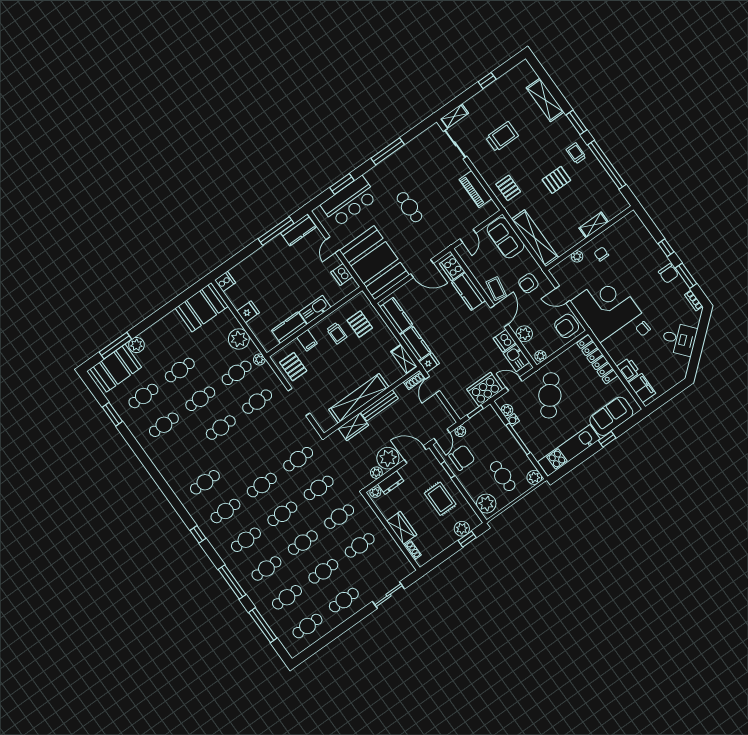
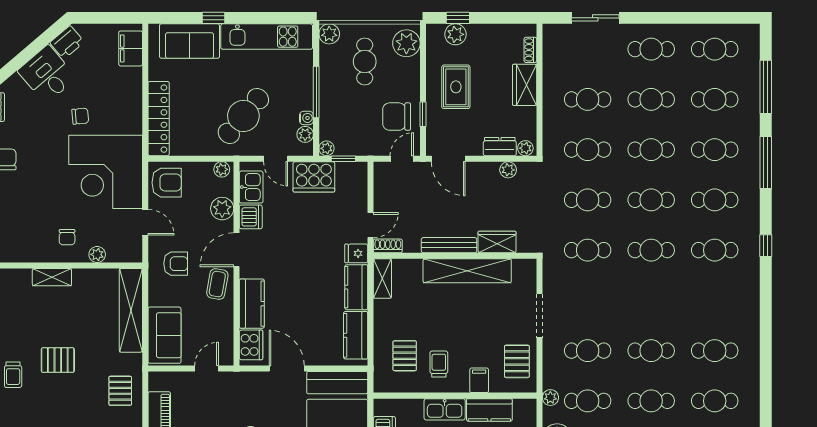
printer: (628, 369) -> (67, 42), moved, turned -131
plant: (460, 431) -> (326, 148), moved
plant: (388, 458) -> (483, 177), removed
cafe table: (205, 482) -> (715, 351), moved

